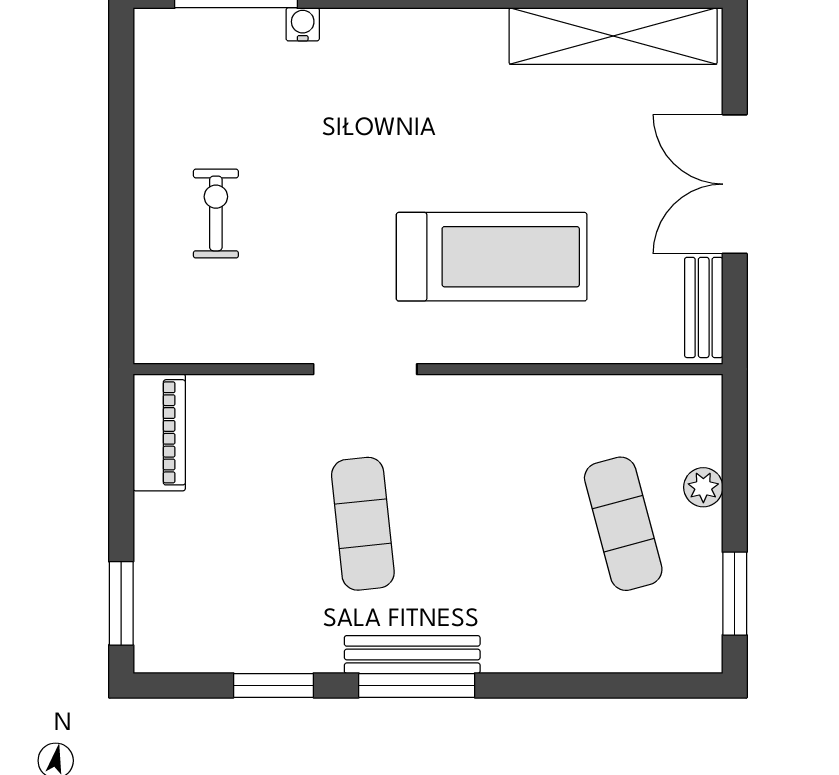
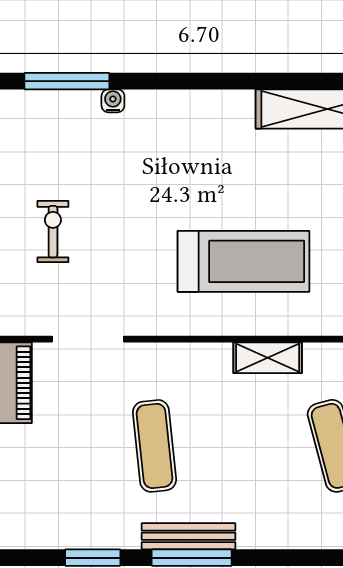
doorway: (365, 369) -> (88, 339), moved
shelving: (527, 396) -> (268, 358), added

